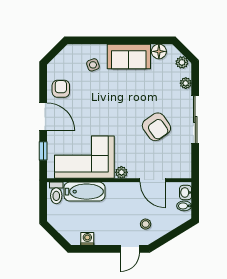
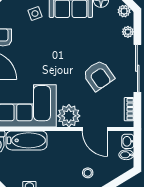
bookcase: (187, 160) -> (129, 109), added
plant: (121, 172) -> (69, 116), width x1.88, depth x1.88

